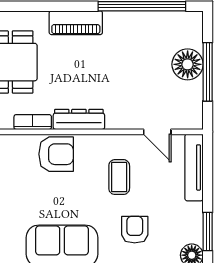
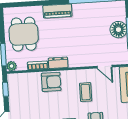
dresser: (79, 119) -> (58, 63), width x0.70

